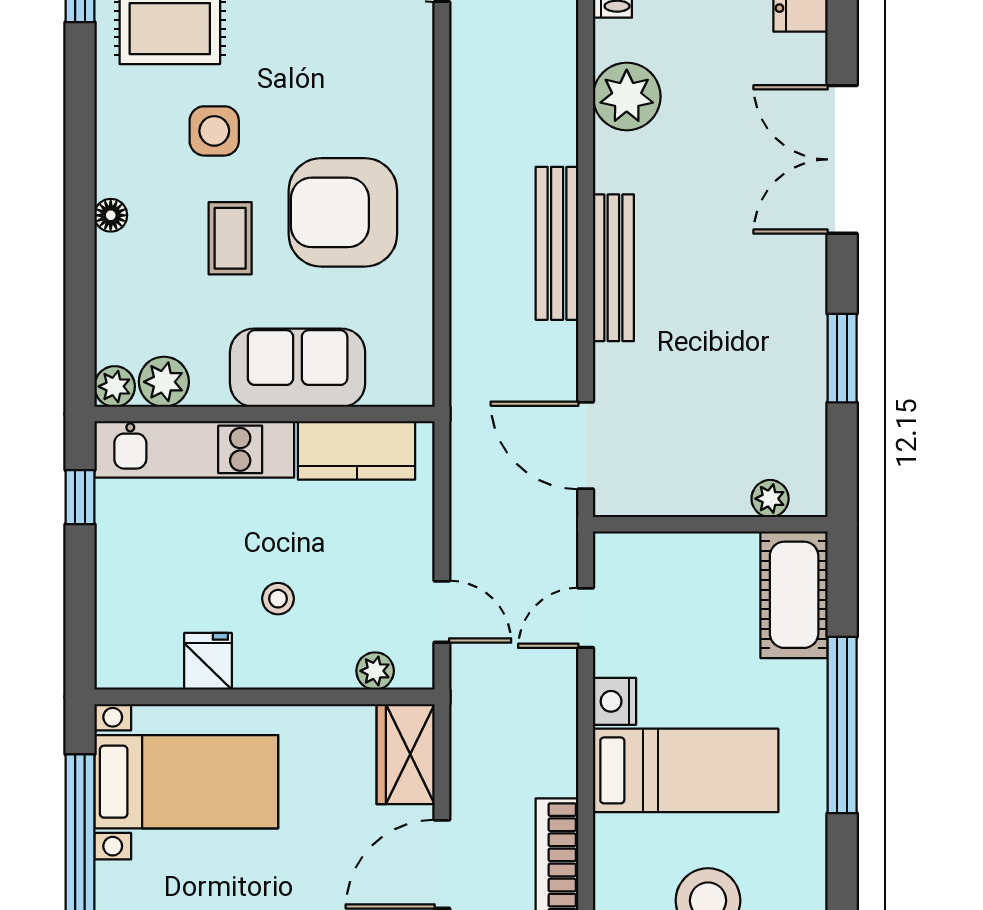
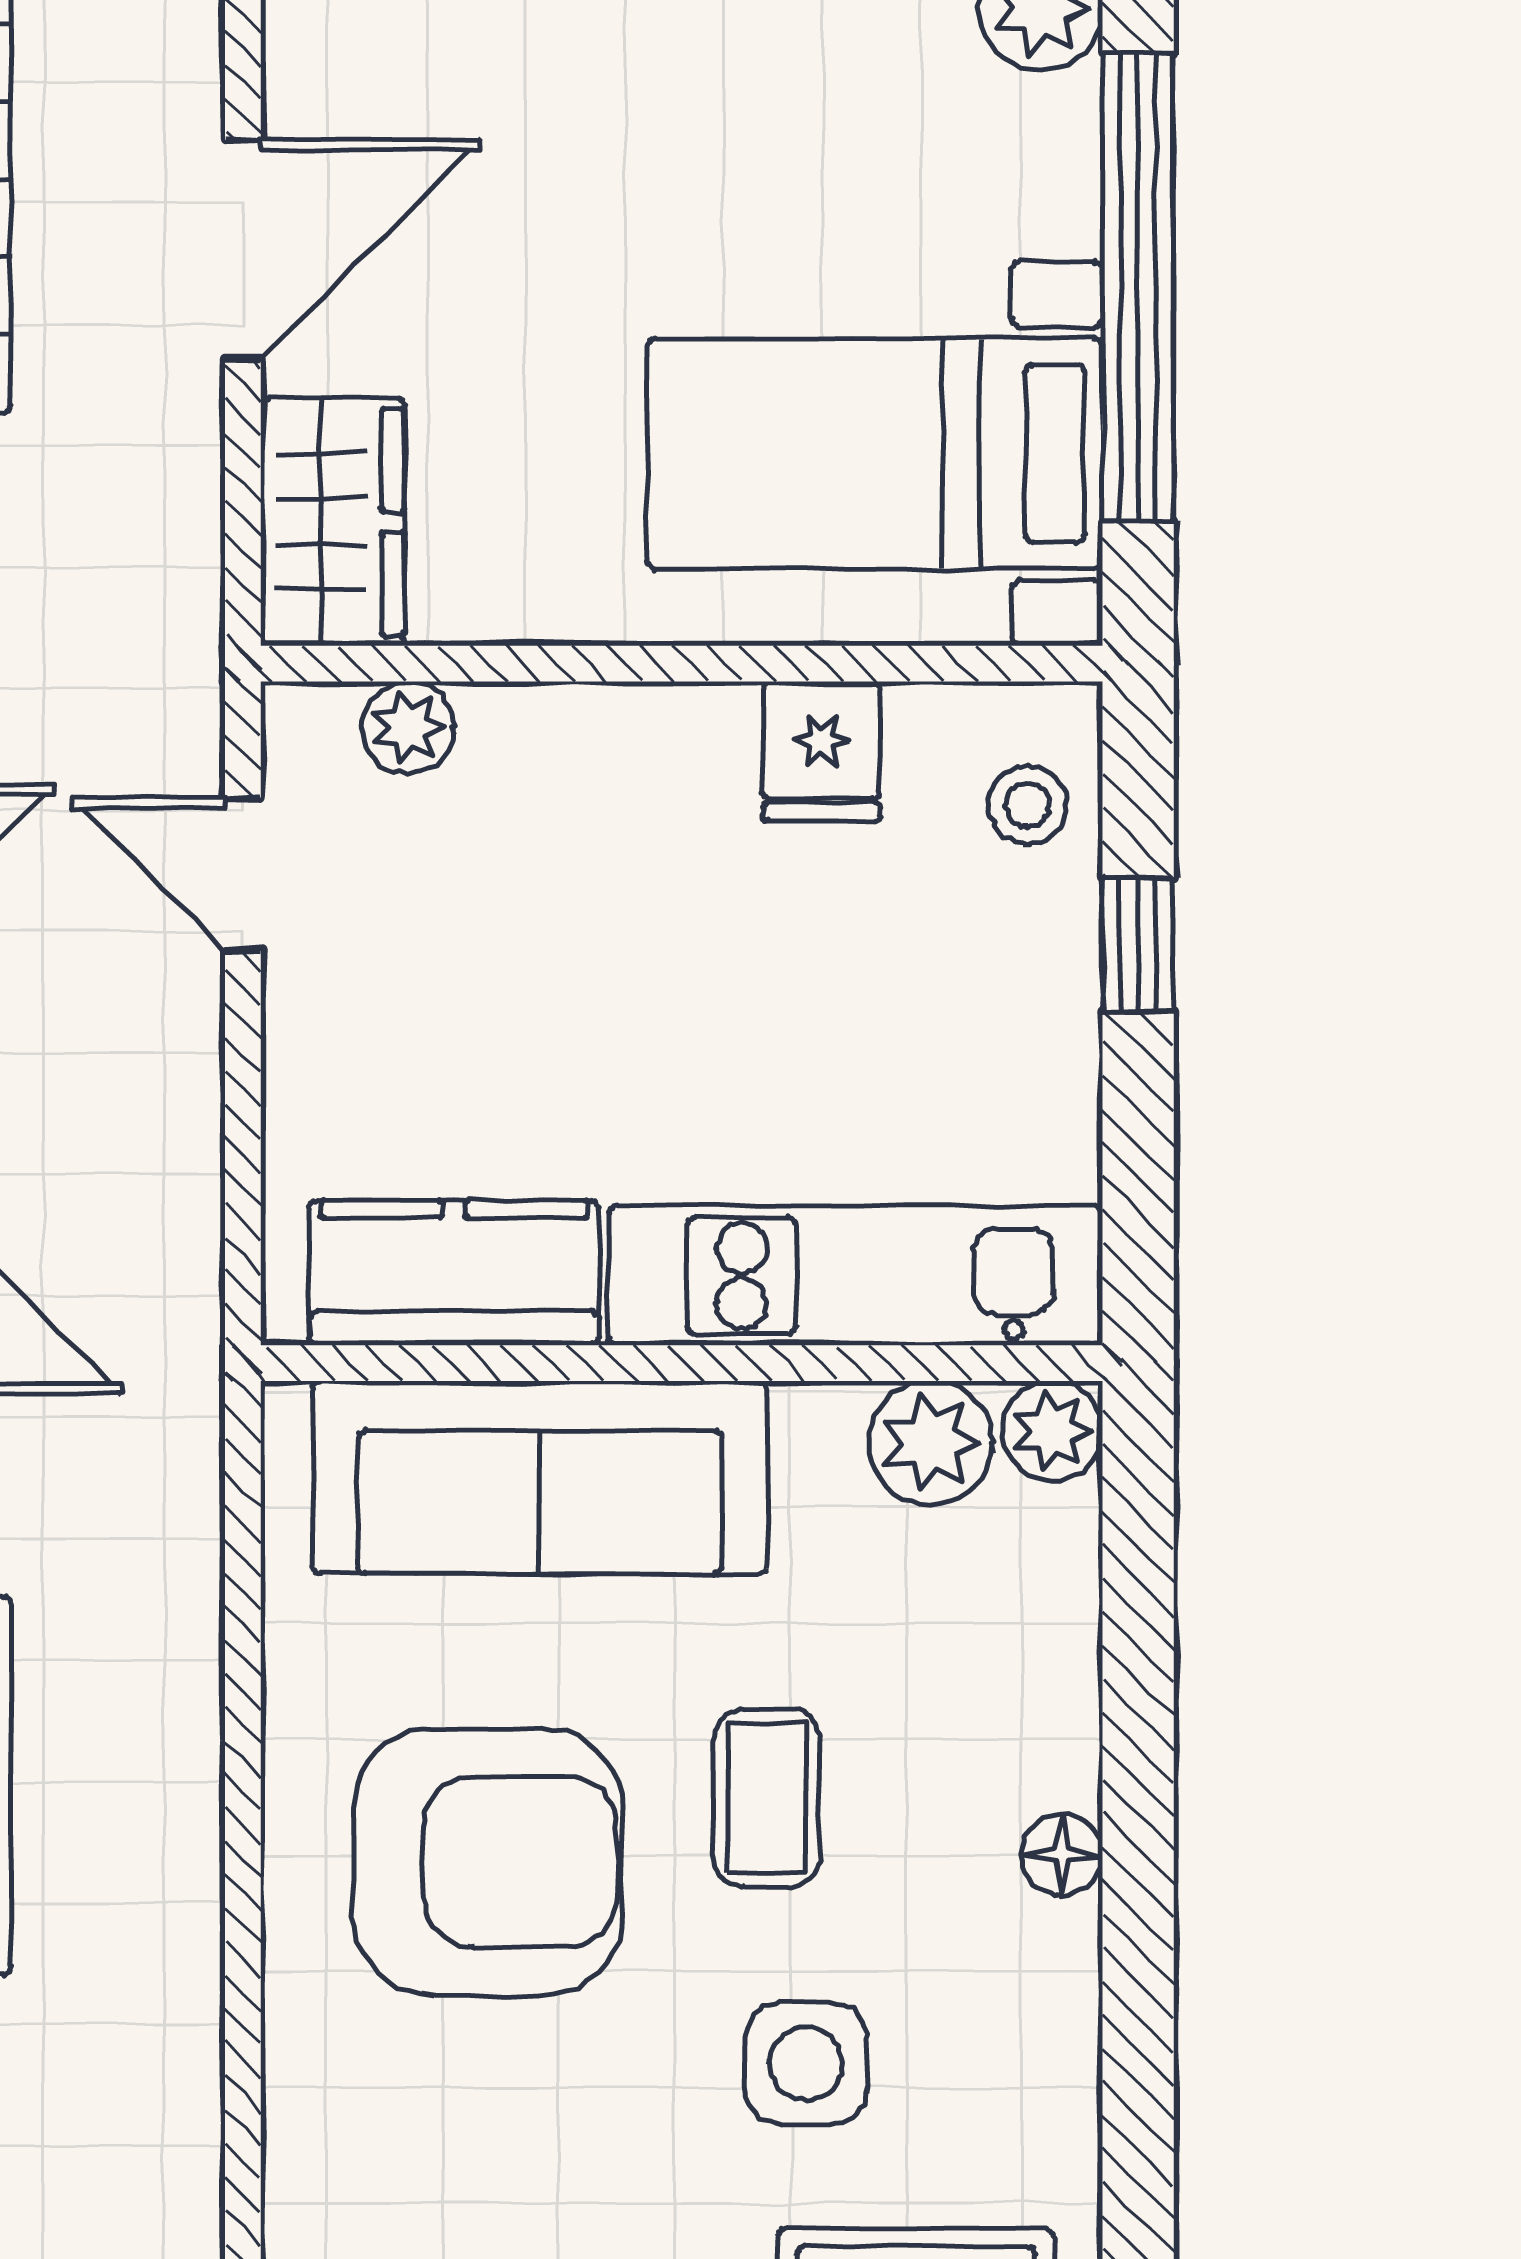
sofa: (298, 368) -> (540, 1478), width x1.36
window: (80, 497) -> (1138, 945), moved
stool: (278, 599) -> (1028, 805), moved

